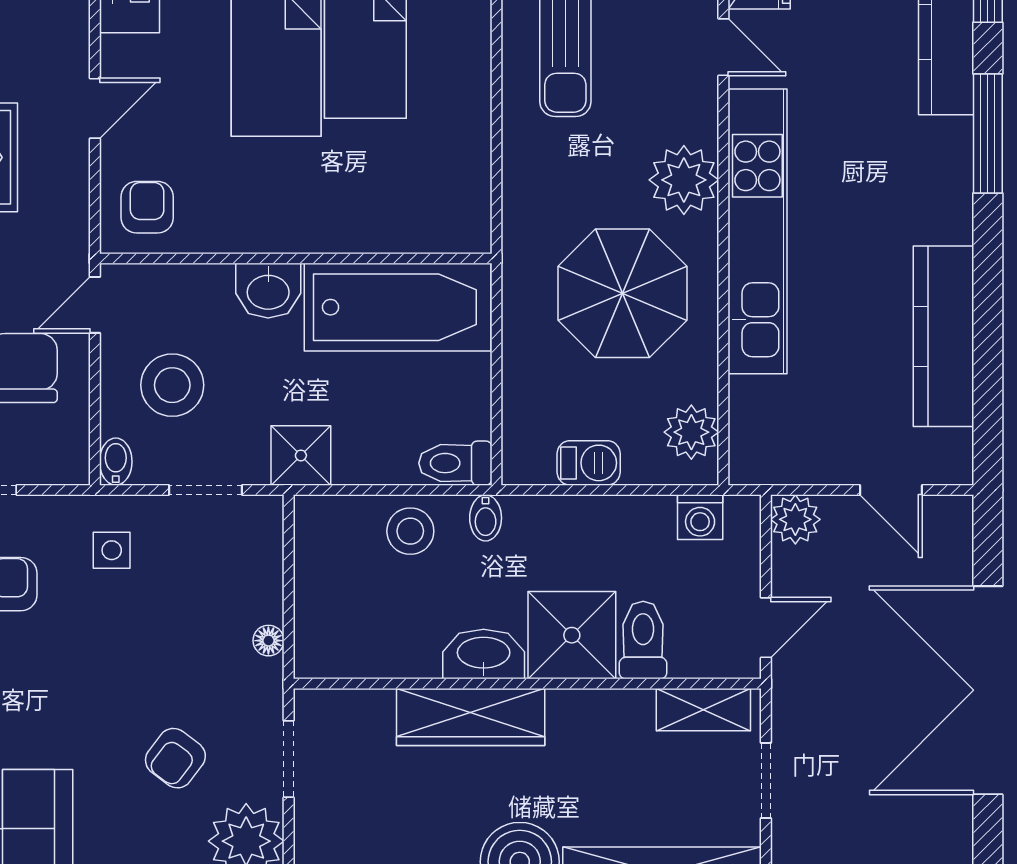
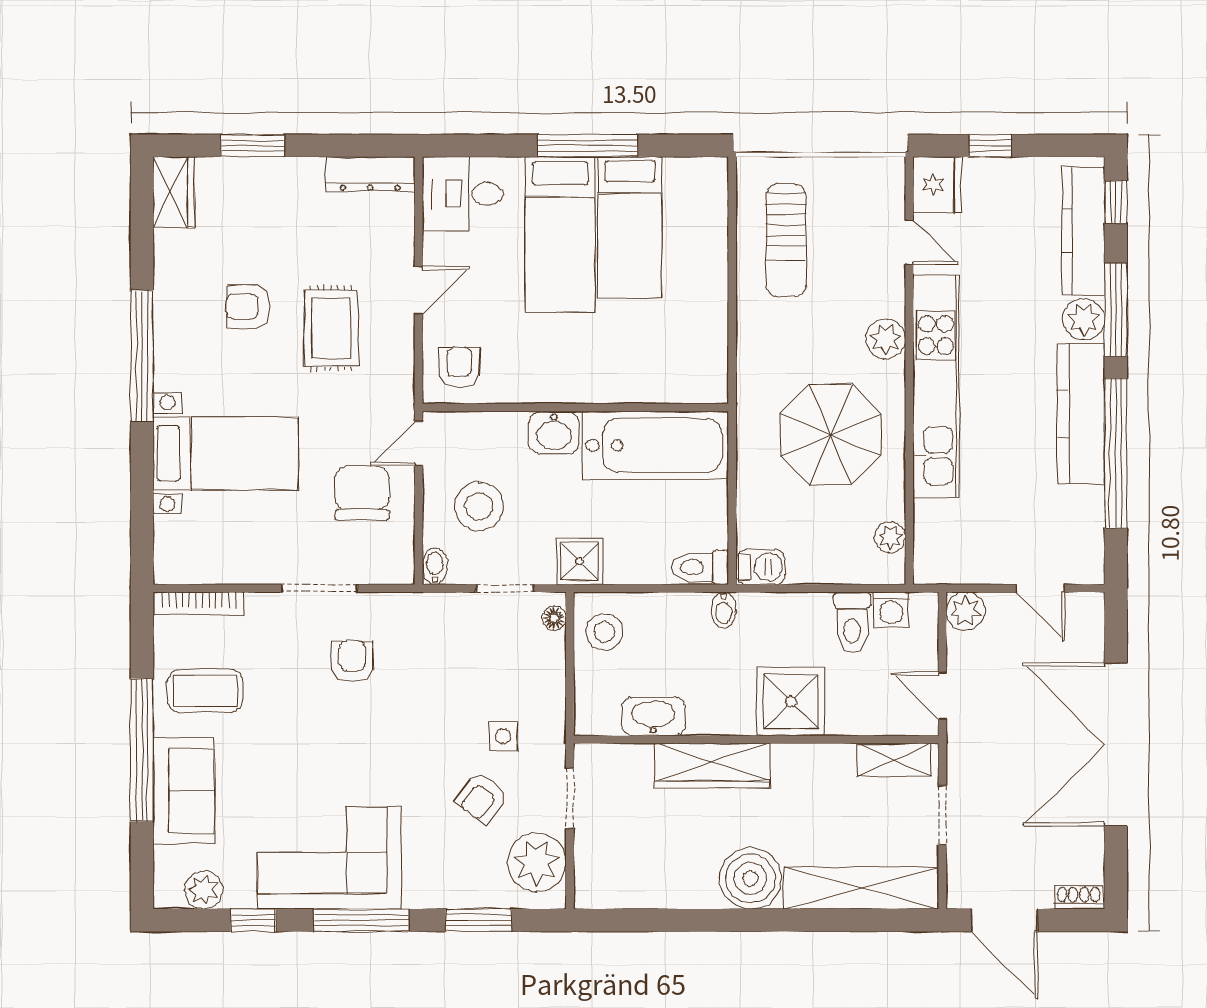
plant: (947, 145) -> (1084, 319), added
plant: (684, 180) -> (886, 339), width x0.73, depth x0.73
window: (988, 317) -> (1116, 453), added
kitchen counter: (944, 336) -> (1081, 414), moved
plant: (691, 432) -> (890, 537), width x0.73, depth x0.73
barbecue: (589, 463) -> (760, 567), moved
stool: (410, 531) -> (604, 632), moved
side table: (112, 550) -> (503, 736), moved
door: (766, 628) -> (942, 696), swing flipped
toilet: (643, 640) -> (852, 622), moved, turned 180
floor lamp: (268, 641) -> (554, 618), moved
washbasin: (484, 654) -> (653, 716), moved

